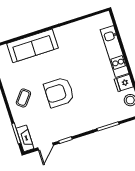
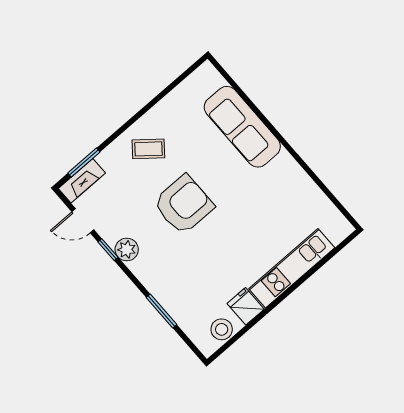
armchair: (59, 92) -> (184, 205), turned 90
plant: (69, 131) -> (127, 250), added

